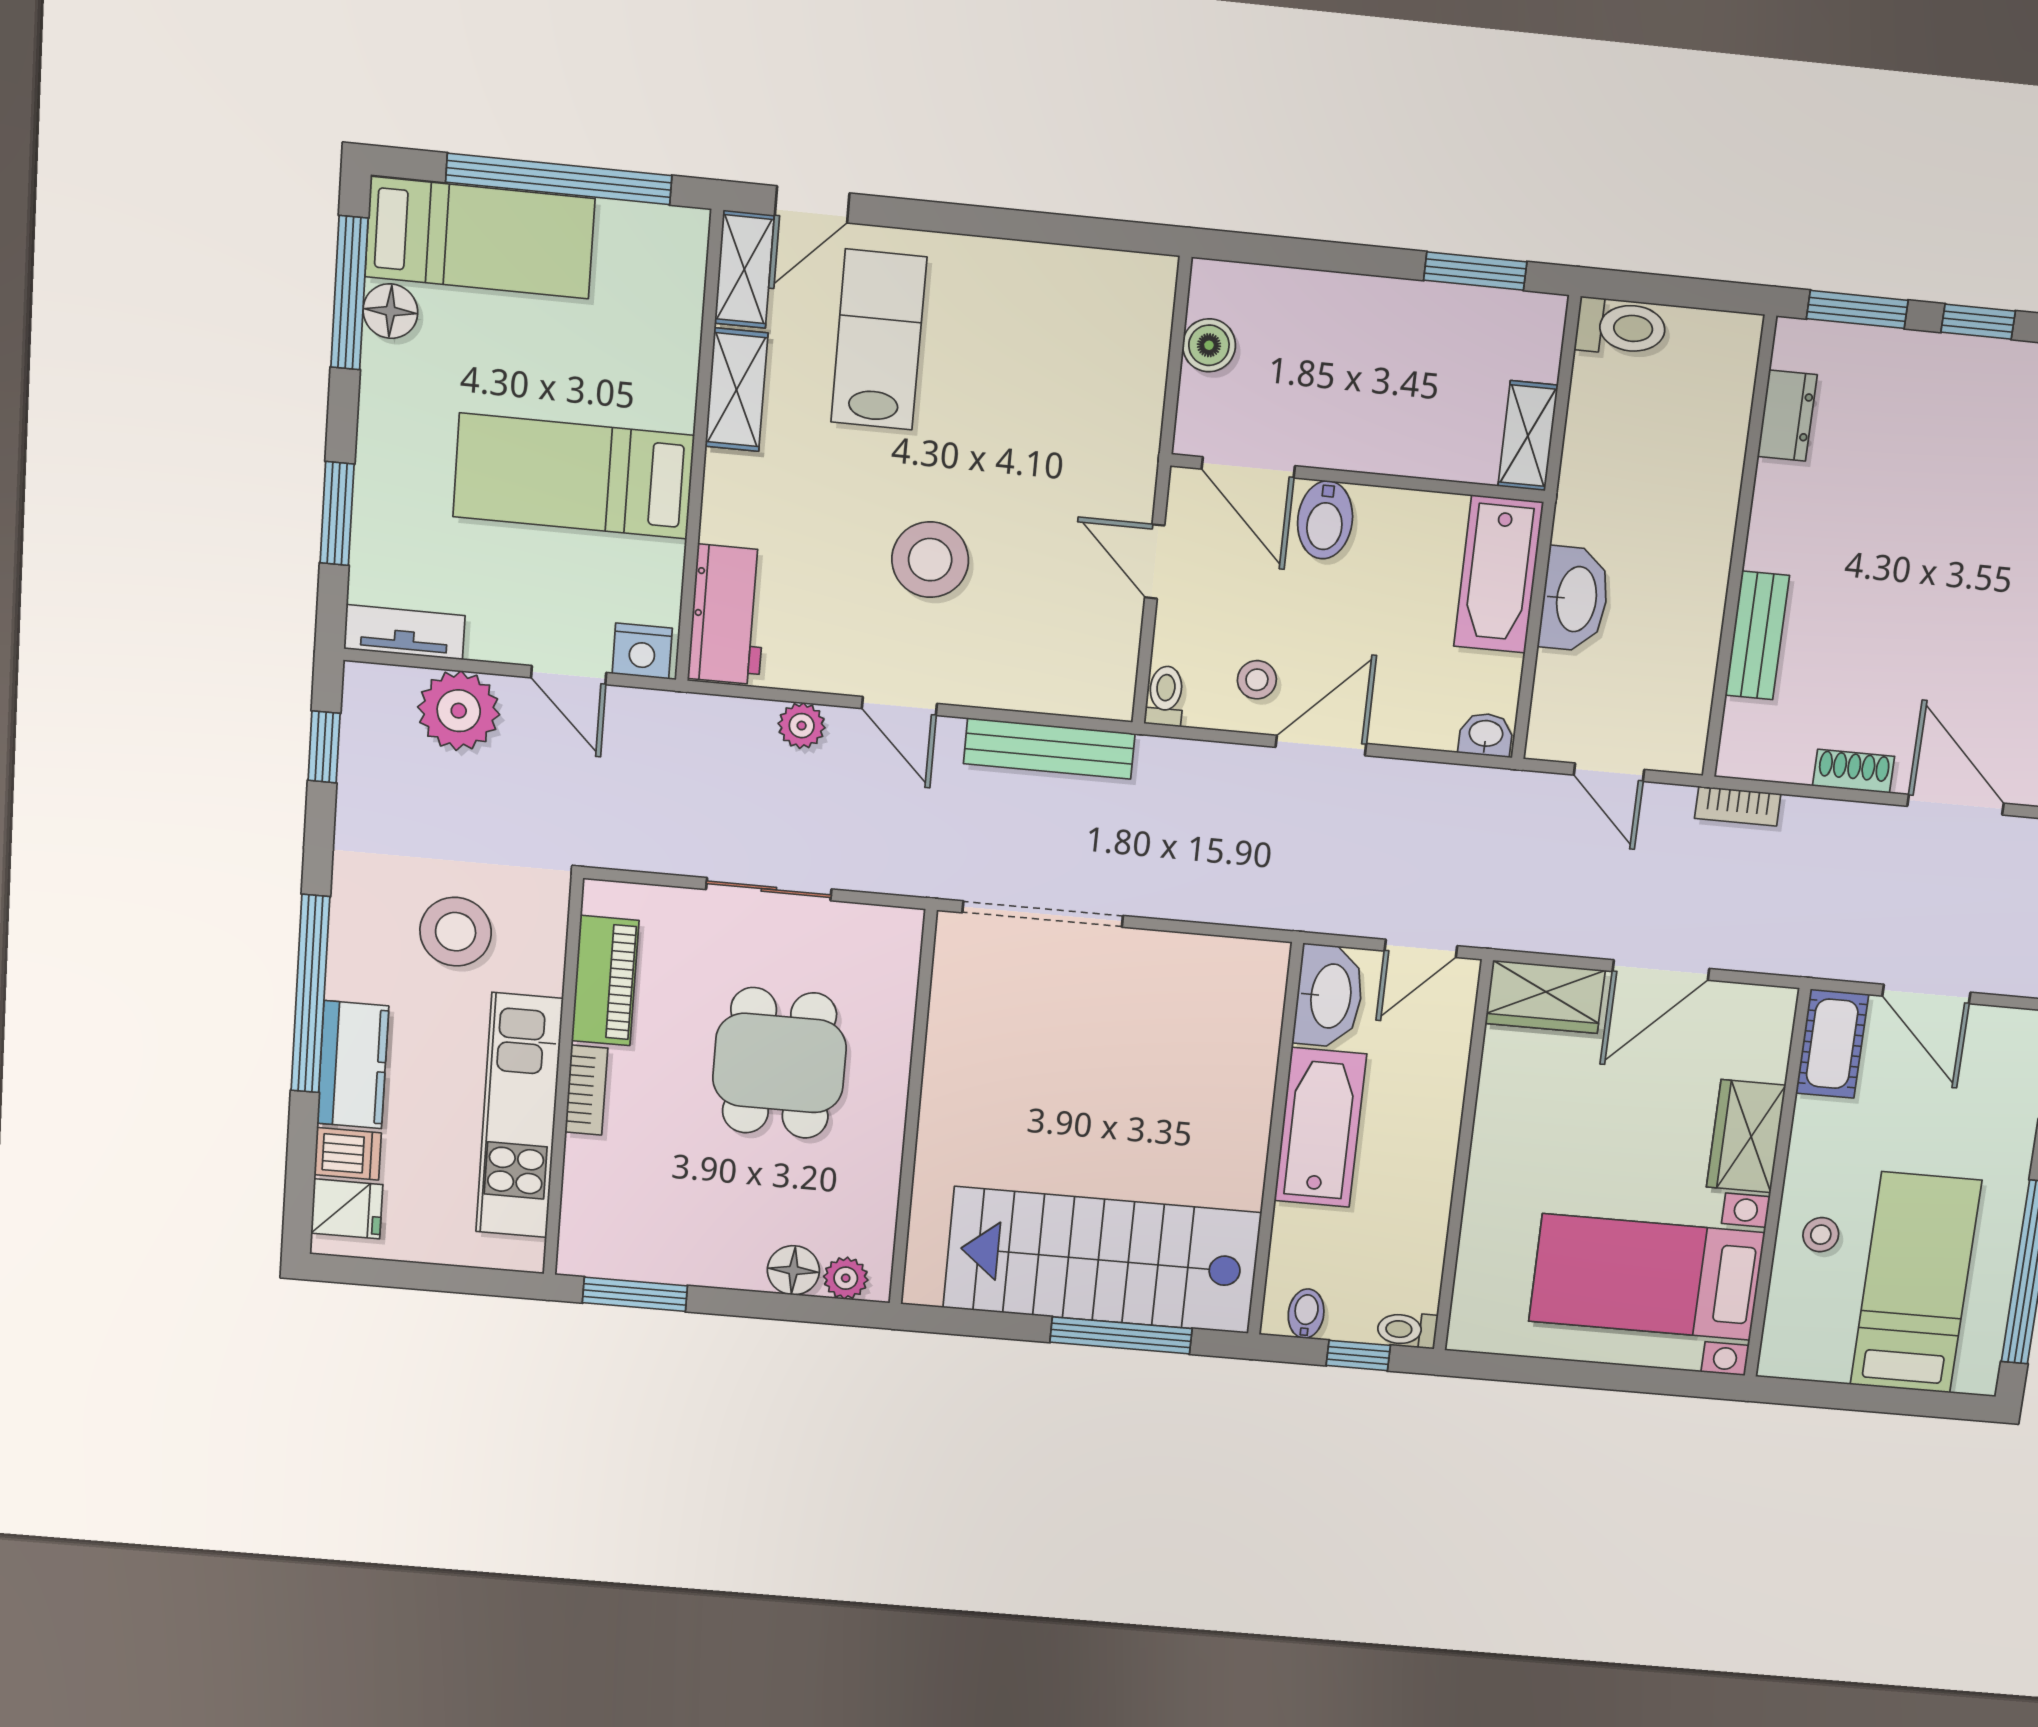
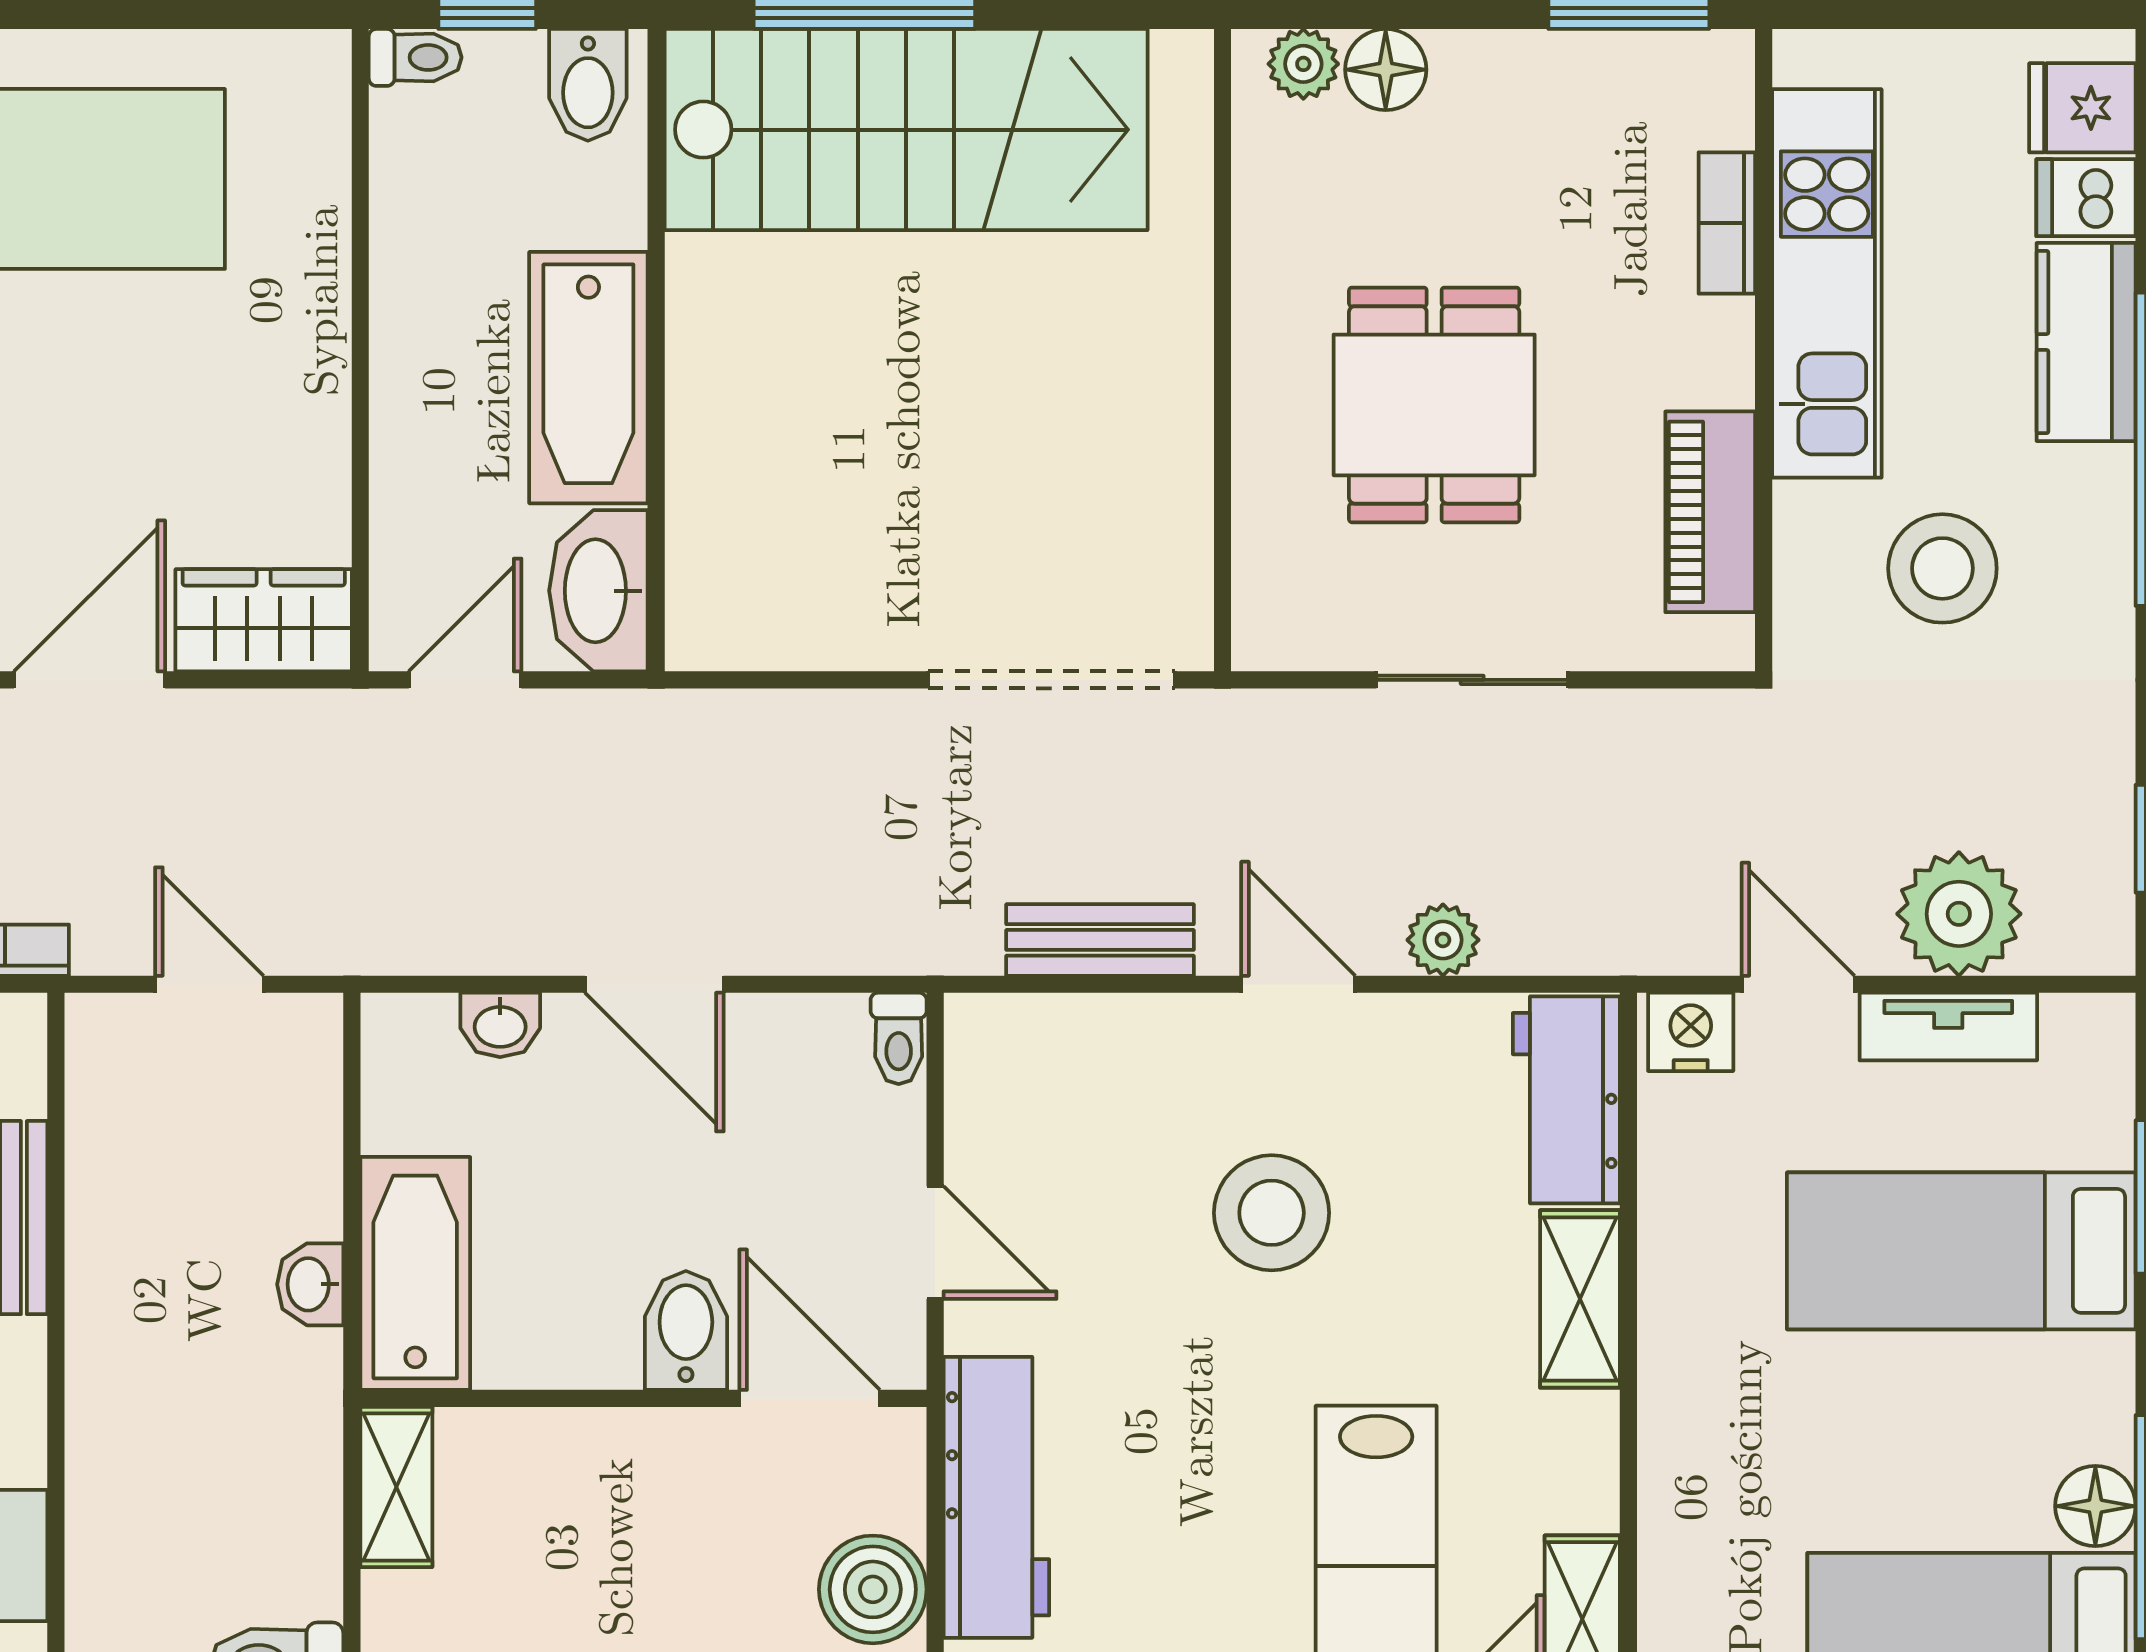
boiler: (1209, 345) -> (873, 1589), width x1.36, depth x1.36
shelving: (737, 390) -> (1580, 1299), moved
workbench: (1131, 390) -> (996, 1497), added
bed: (574, 476) -> (1961, 1251), moved, turned 180
washbasin: (1575, 599) -> (310, 1284), width x0.52, depth x0.69
tv unit: (404, 632) -> (1948, 1027), moved
stool: (1257, 680) -> (762, 1076), removed
washbasin: (1486, 735) -> (500, 1025), moved
door: (1321, 745) -> (654, 984), hinge flipped
bench: (1049, 749) -> (1100, 940), width x0.73
bookcase: (586, 1090) -> (1727, 223), moved
bidet: (1306, 1314) -> (588, 85), width x1.38, depth x1.36

